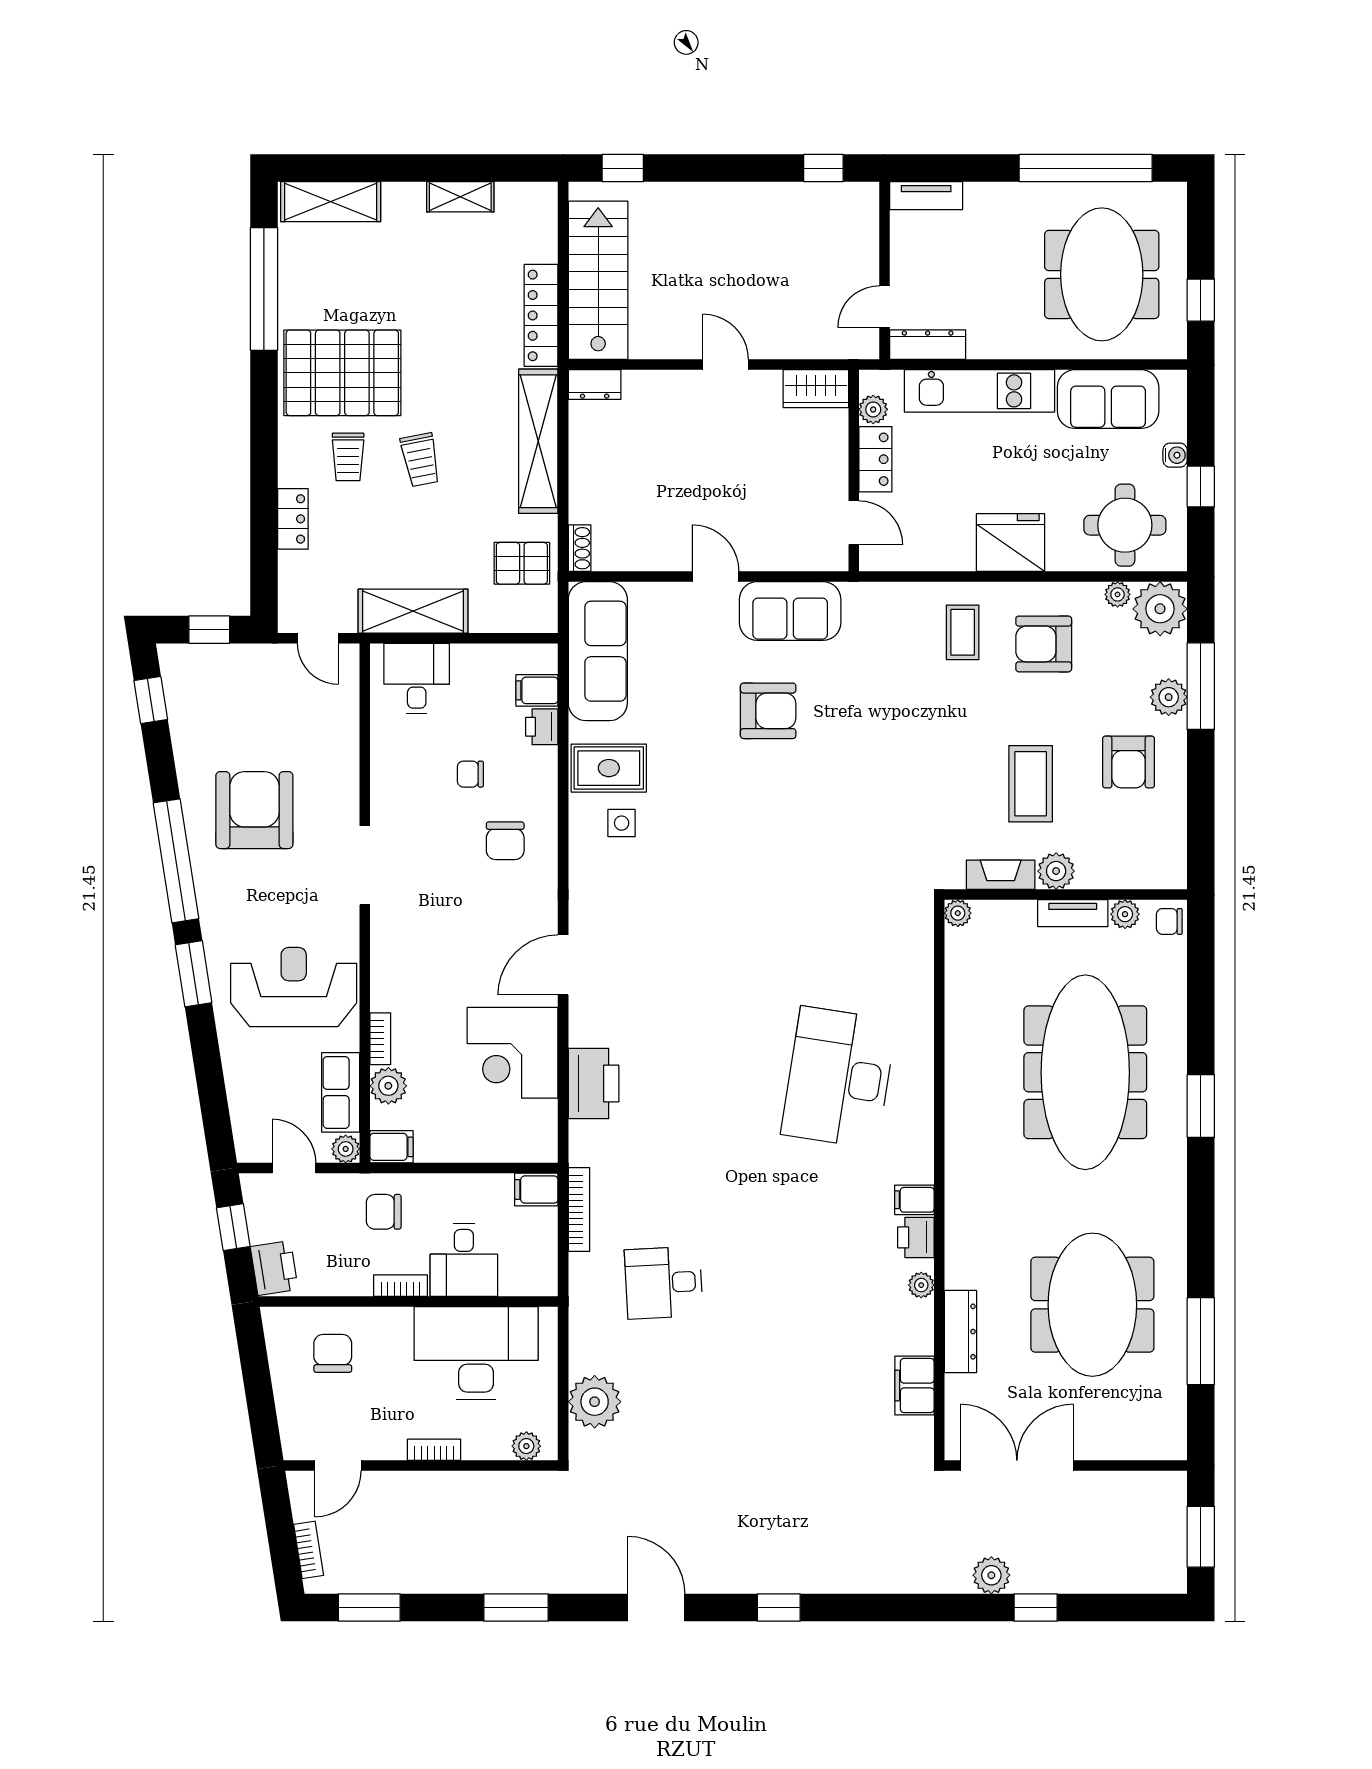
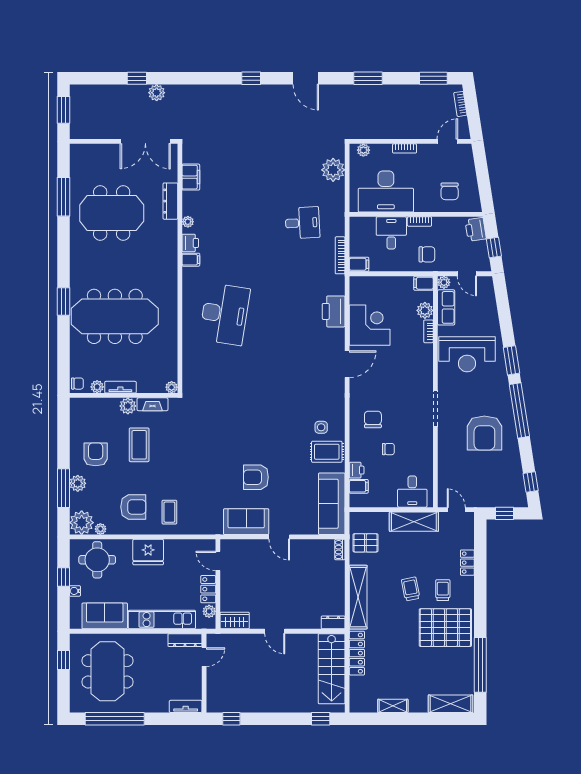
meeting table: (1085, 1072) -> (115, 316), turned 90
meeting table: (1092, 1305) -> (112, 213), turned 90

